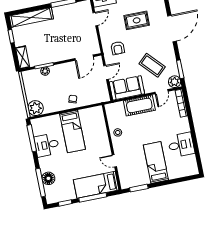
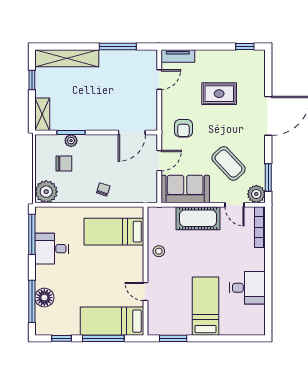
chair: (43, 87) -> (64, 164), added
door: (162, 92) -> (235, 205), hinge flipped
bed: (72, 131) -> (114, 232), moved, turned 90

